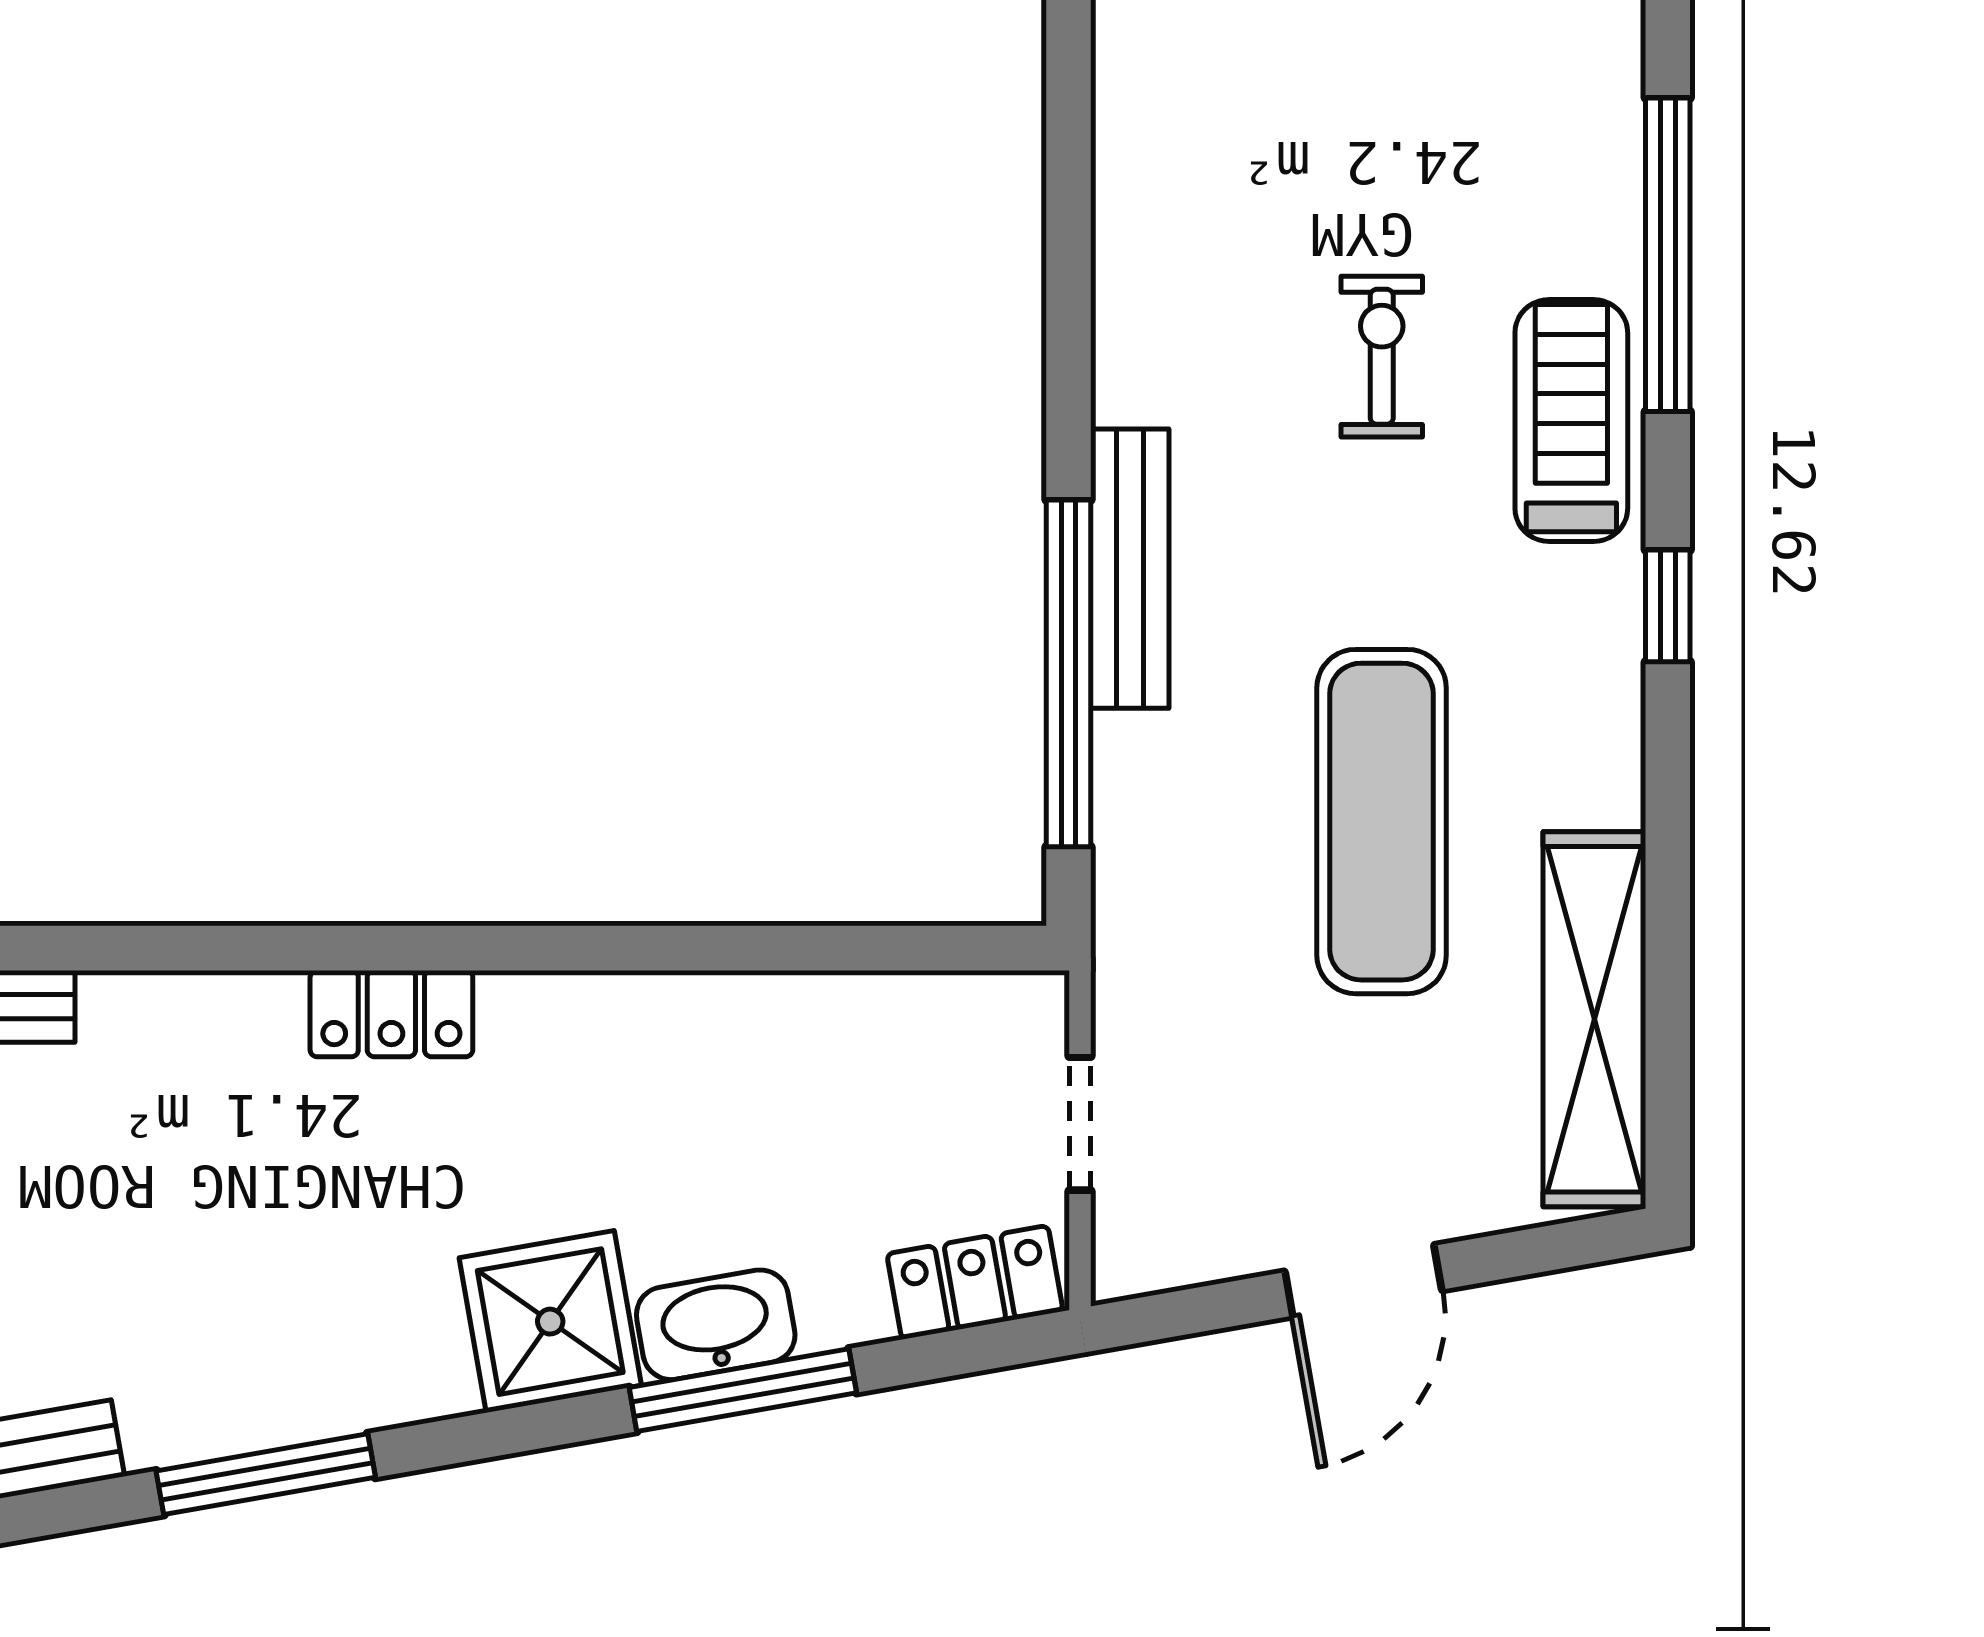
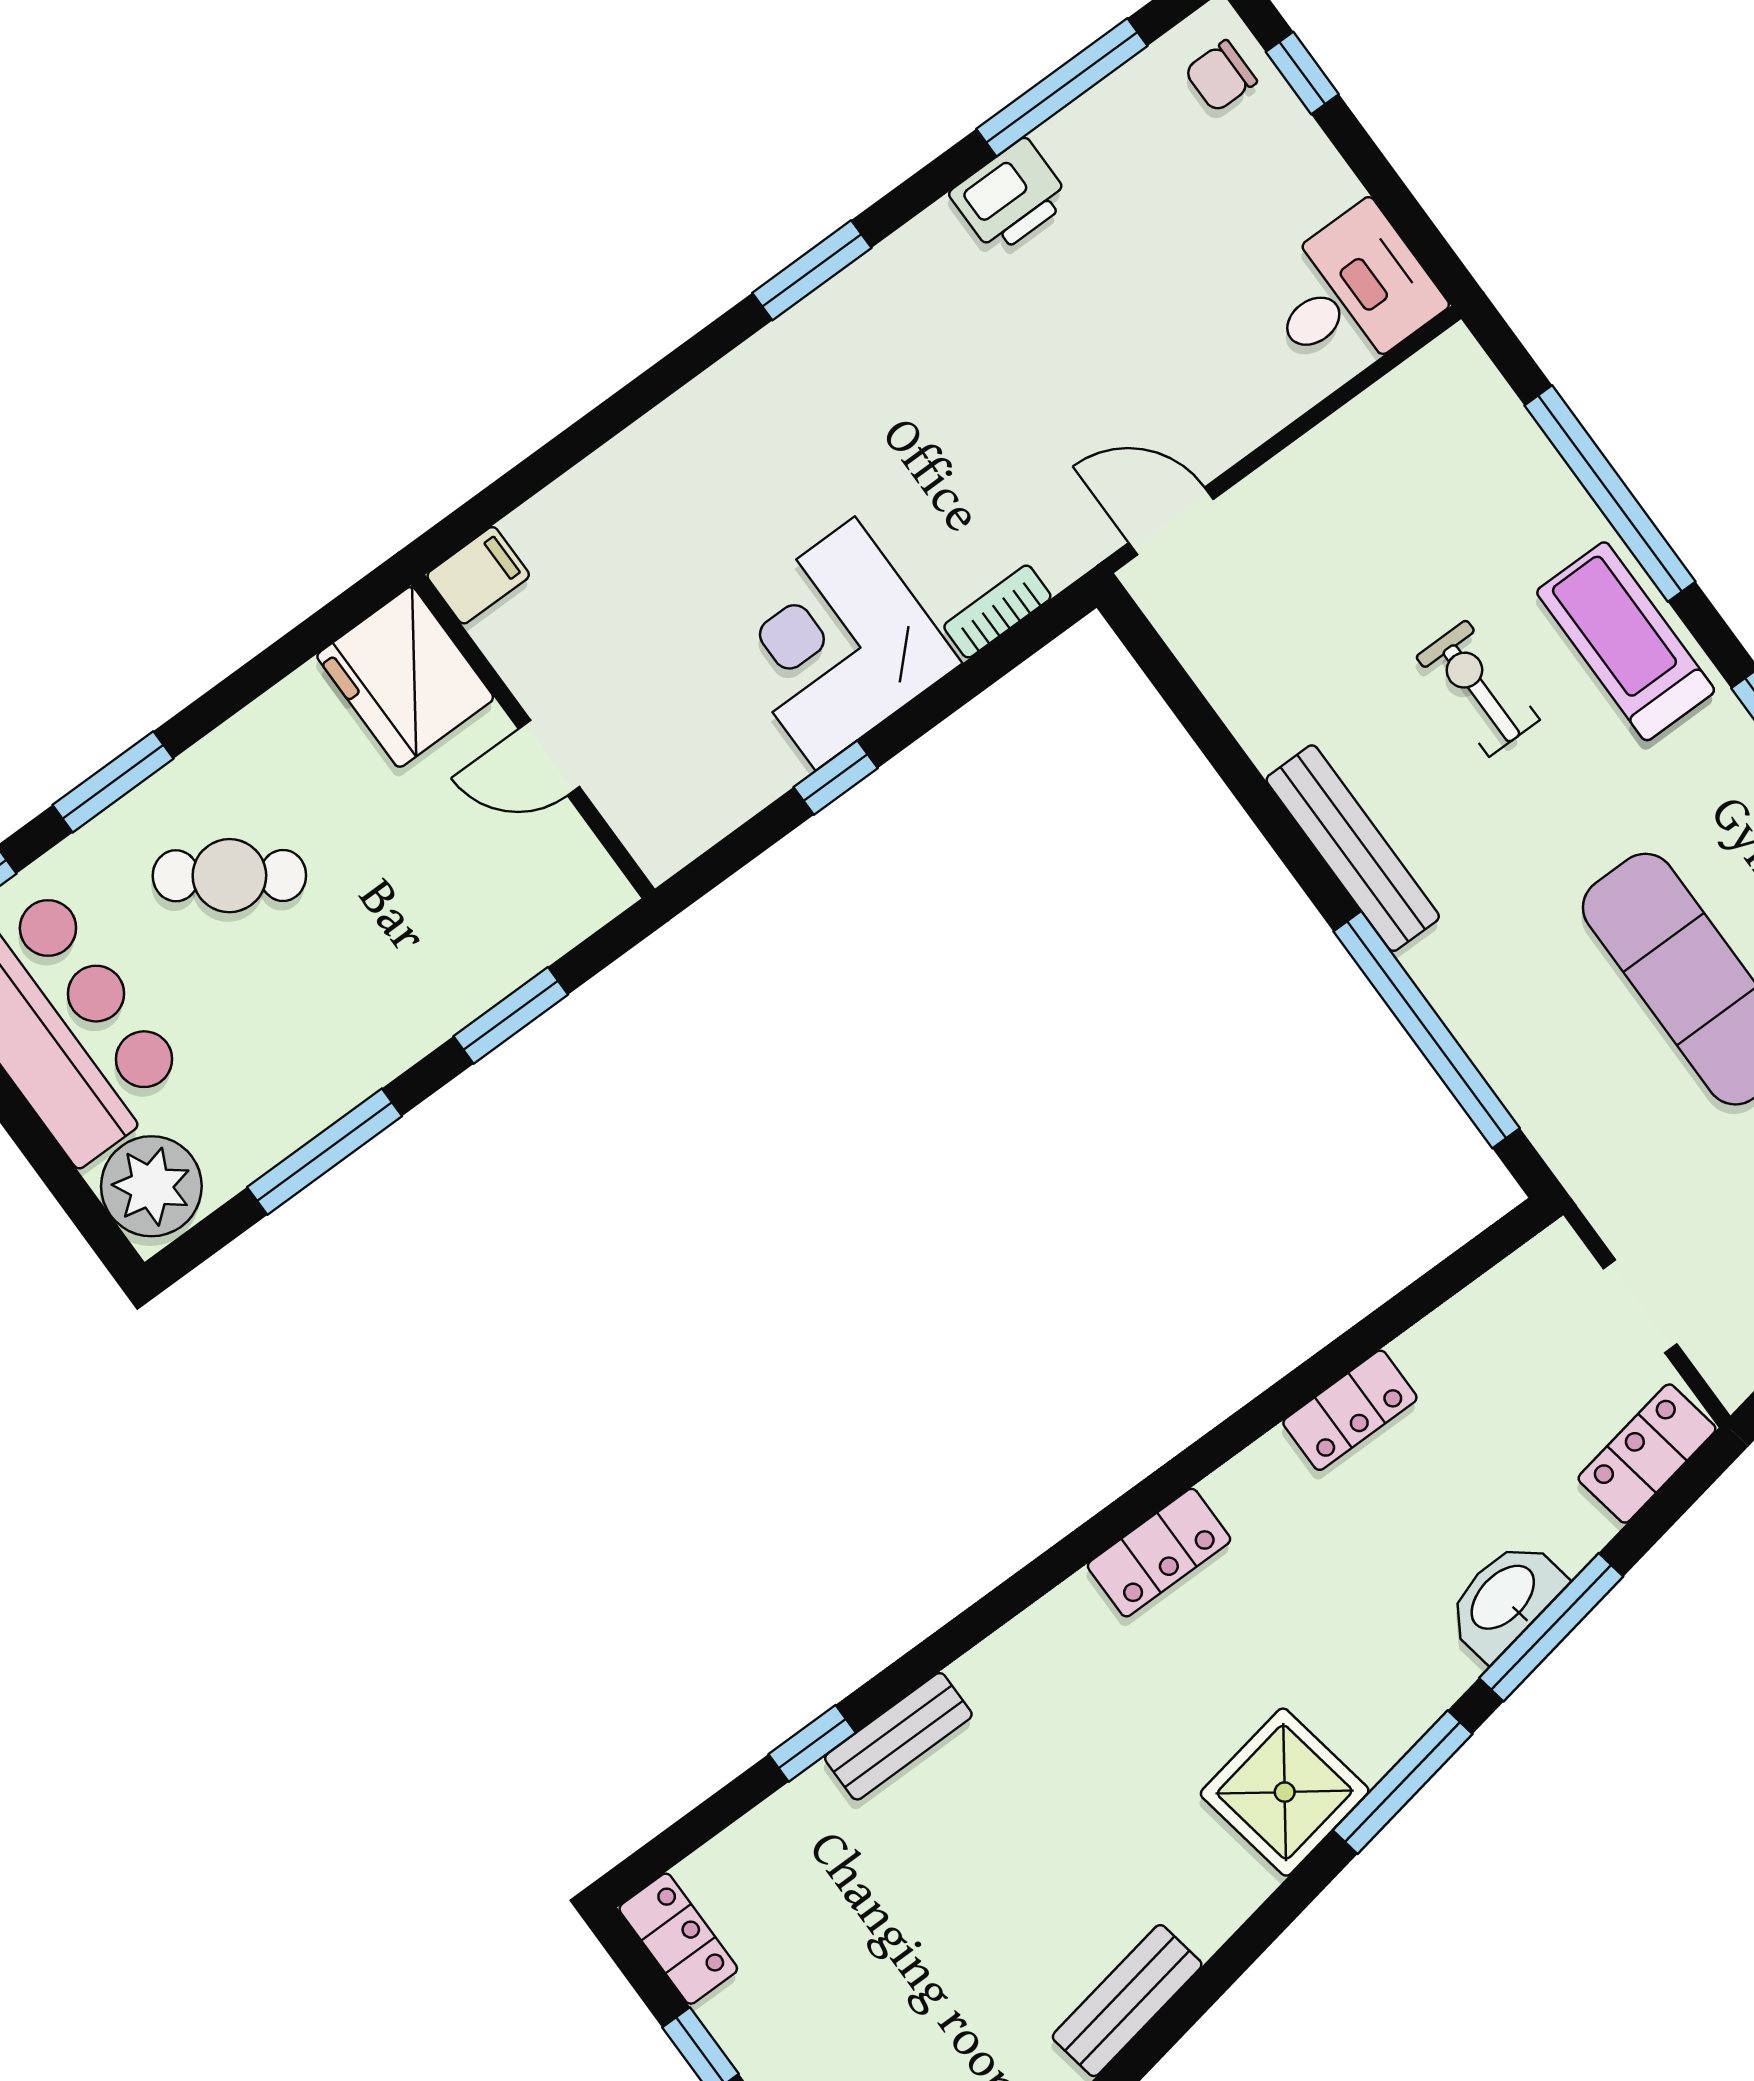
bench: (1130, 569) -> (1353, 848), moved
locker: (699, 1011) -> (1350, 1410), added
shower: (550, 1322) -> (1285, 1792), moved
window: (266, 1474) -> (1403, 1782), moved

